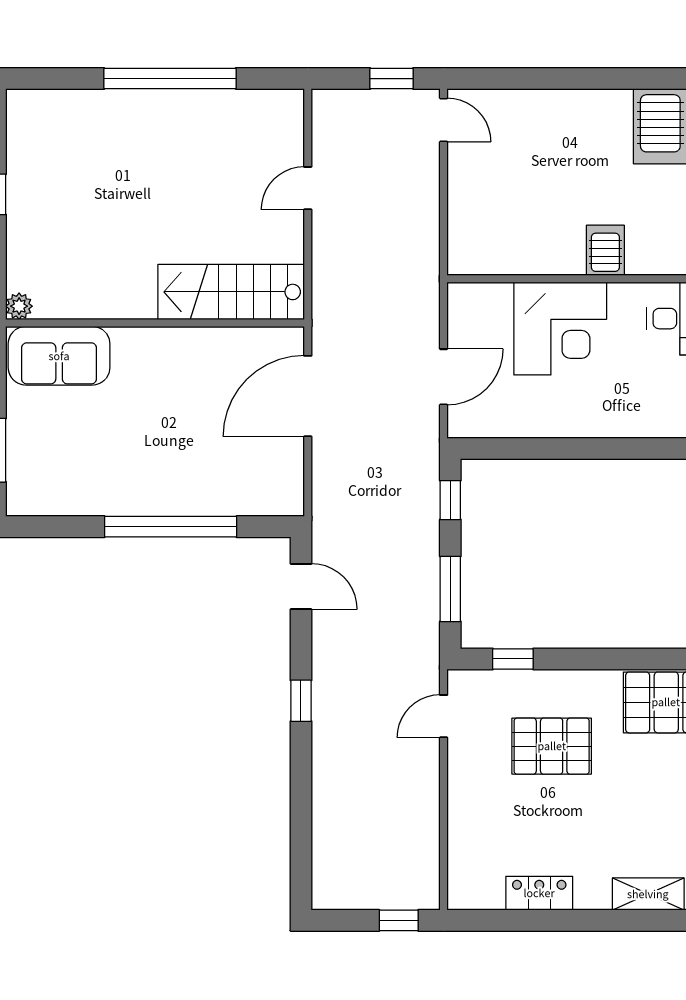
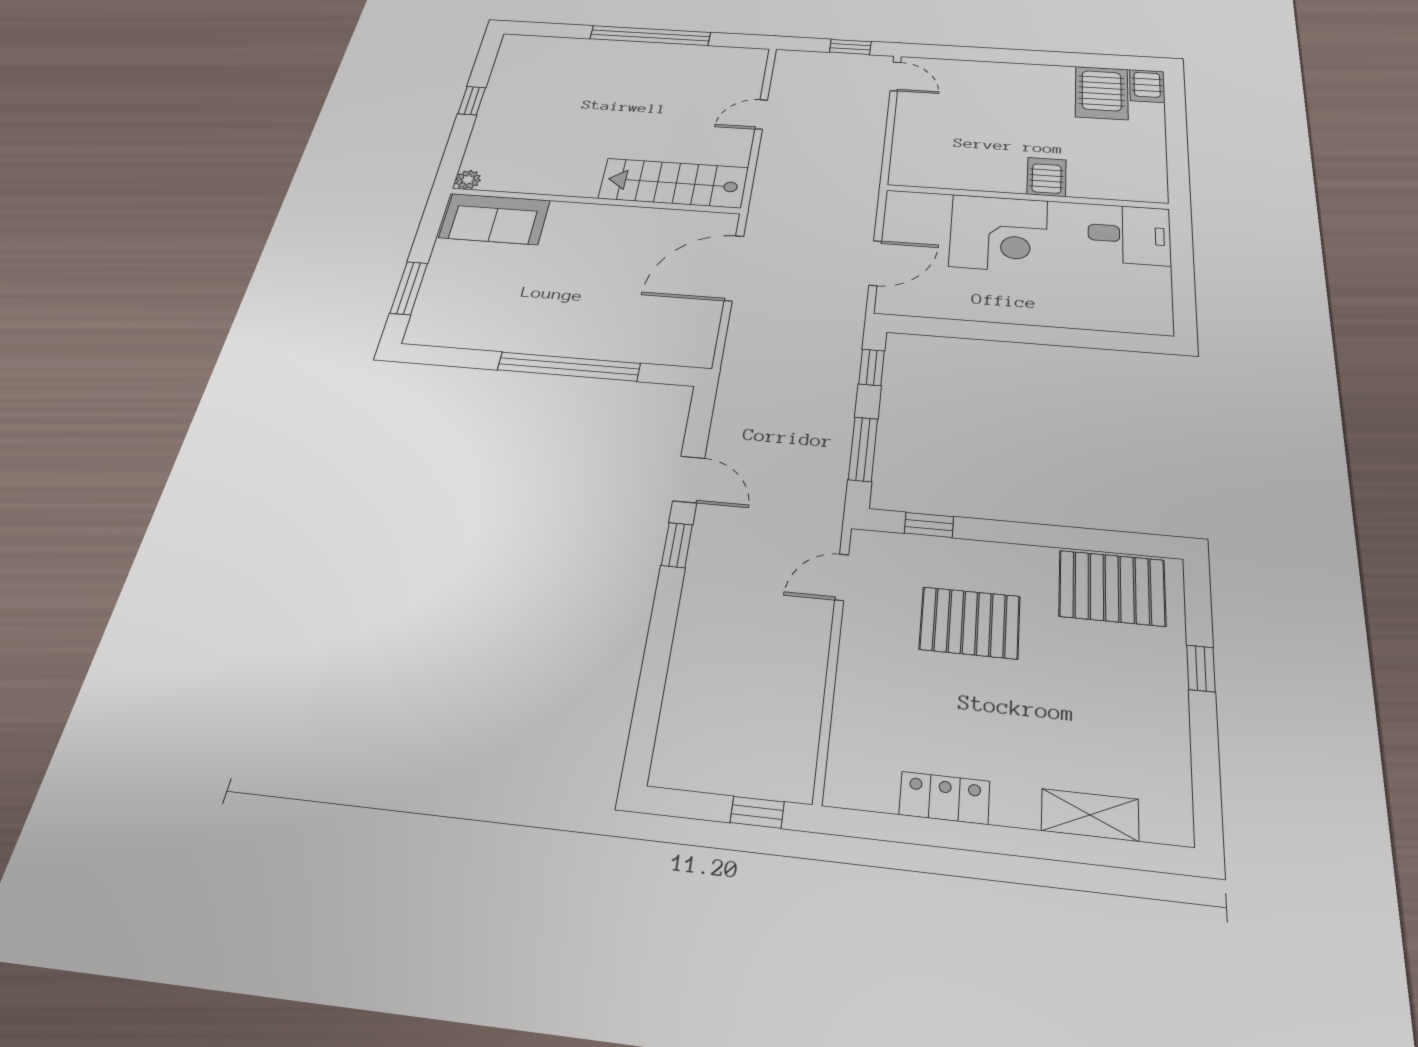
door: (301, 586) -> (689, 479), moved

